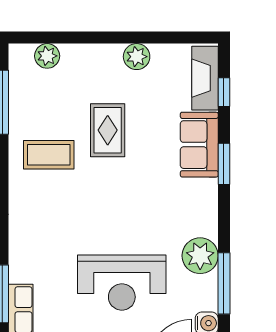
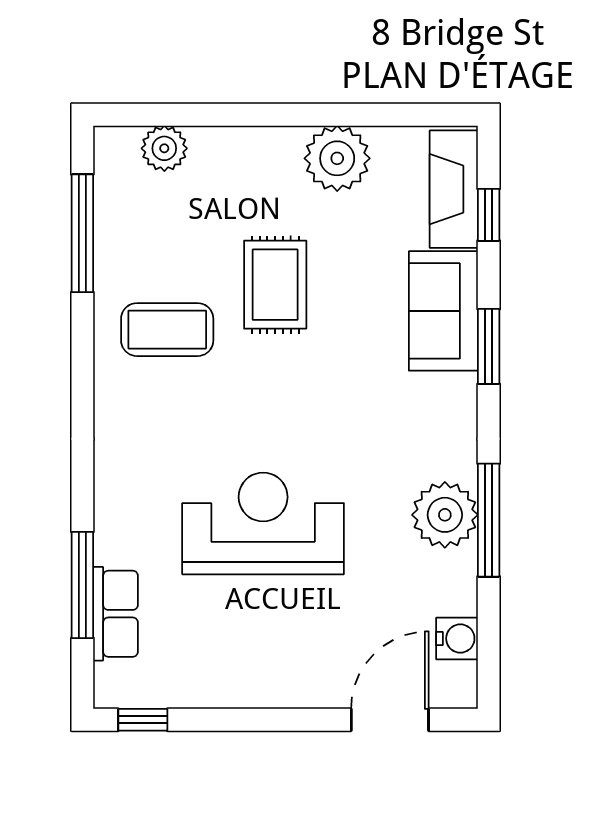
plant: (137, 57) -> (337, 158), width x1.36, depth x1.36
reception desk: (122, 283) -> (263, 523), moved, turned 180
window: (224, 283) -> (489, 520), moved

